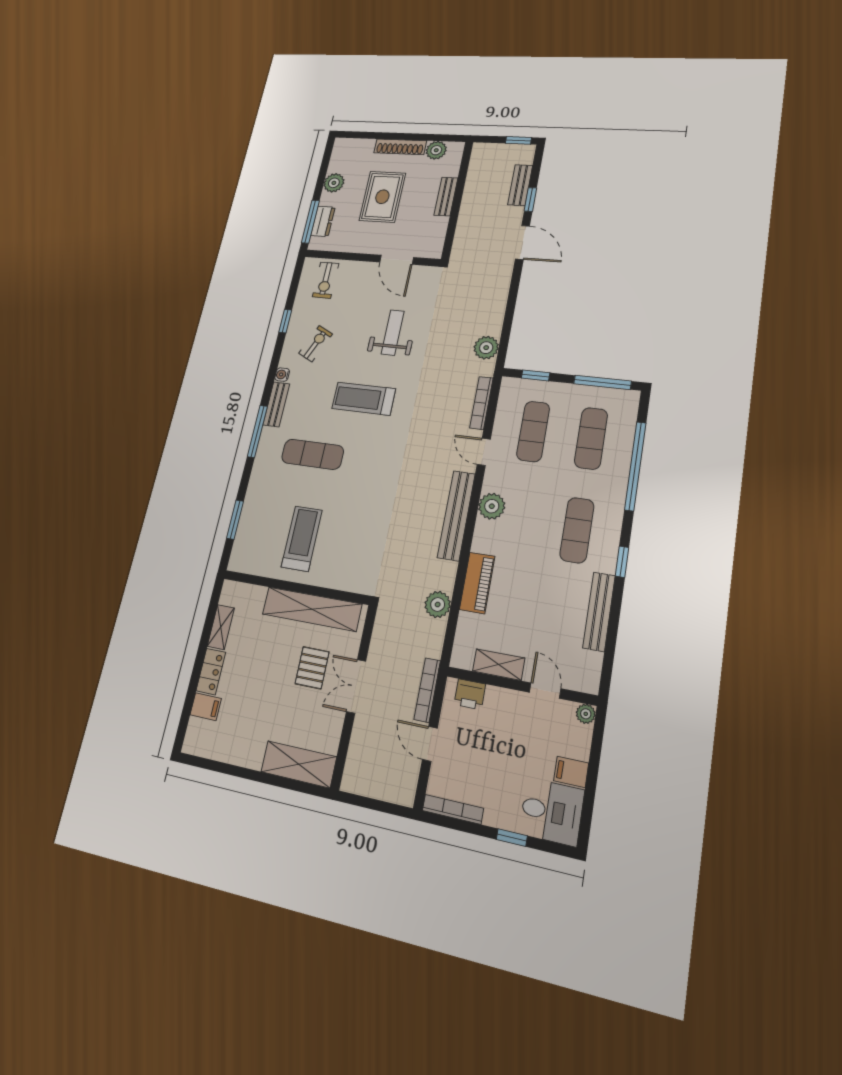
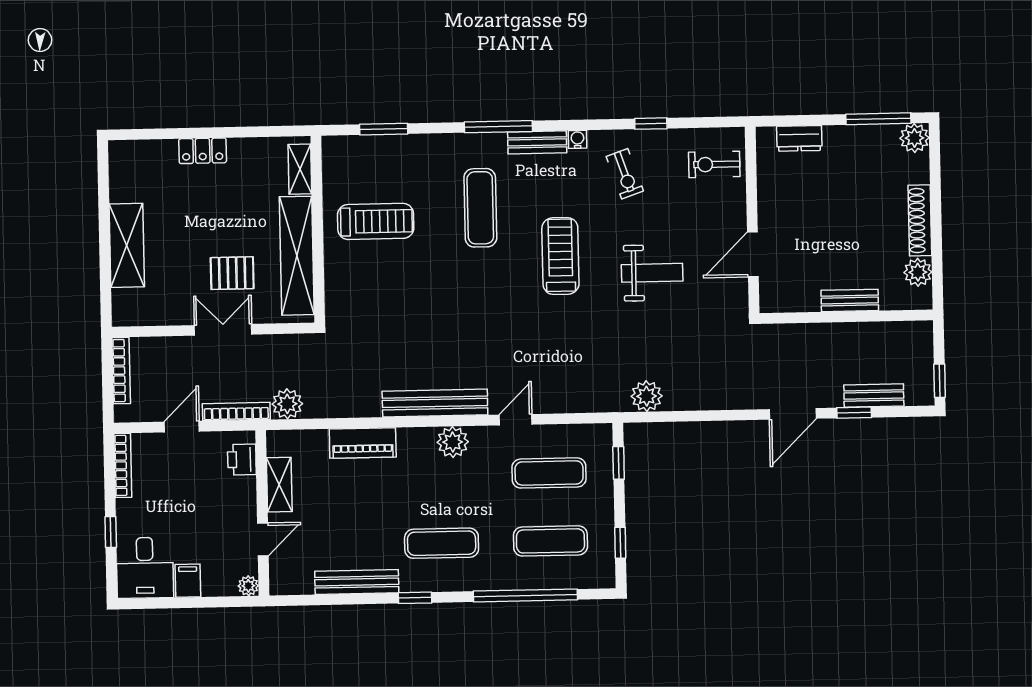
plant: (334, 183) -> (914, 138), moved
rug: (382, 197) -> (843, 213), removed
window: (310, 222) -> (878, 119), moved
exercise bike: (316, 344) -> (625, 174), turned 46
window: (602, 382) -> (620, 543), width x0.46
bookcase: (481, 403) -> (121, 370), moved, turned 90
plant: (438, 604) -> (287, 404), moved
shelving: (221, 627) -> (300, 169), moved, turned 90
filing cabinet: (206, 707) -> (163, 156), removed
shelving: (299, 764) -> (127, 245), moved

